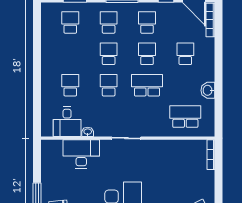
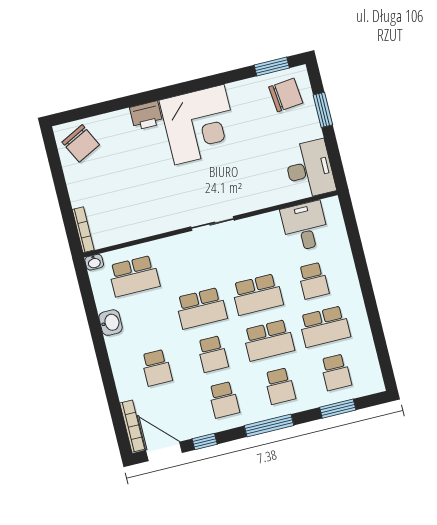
school desk: (70, 54) -> (325, 326), added
school desk: (109, 54) -> (269, 340), width x1.85
school desk: (109, 85) -> (257, 294), width x1.85
washbasin: (88, 132) -> (94, 262), moved
desk: (81, 154) -> (310, 169), moved, turned -90

